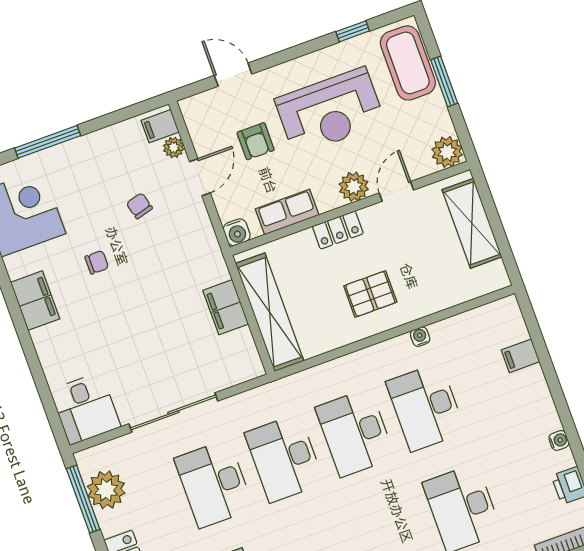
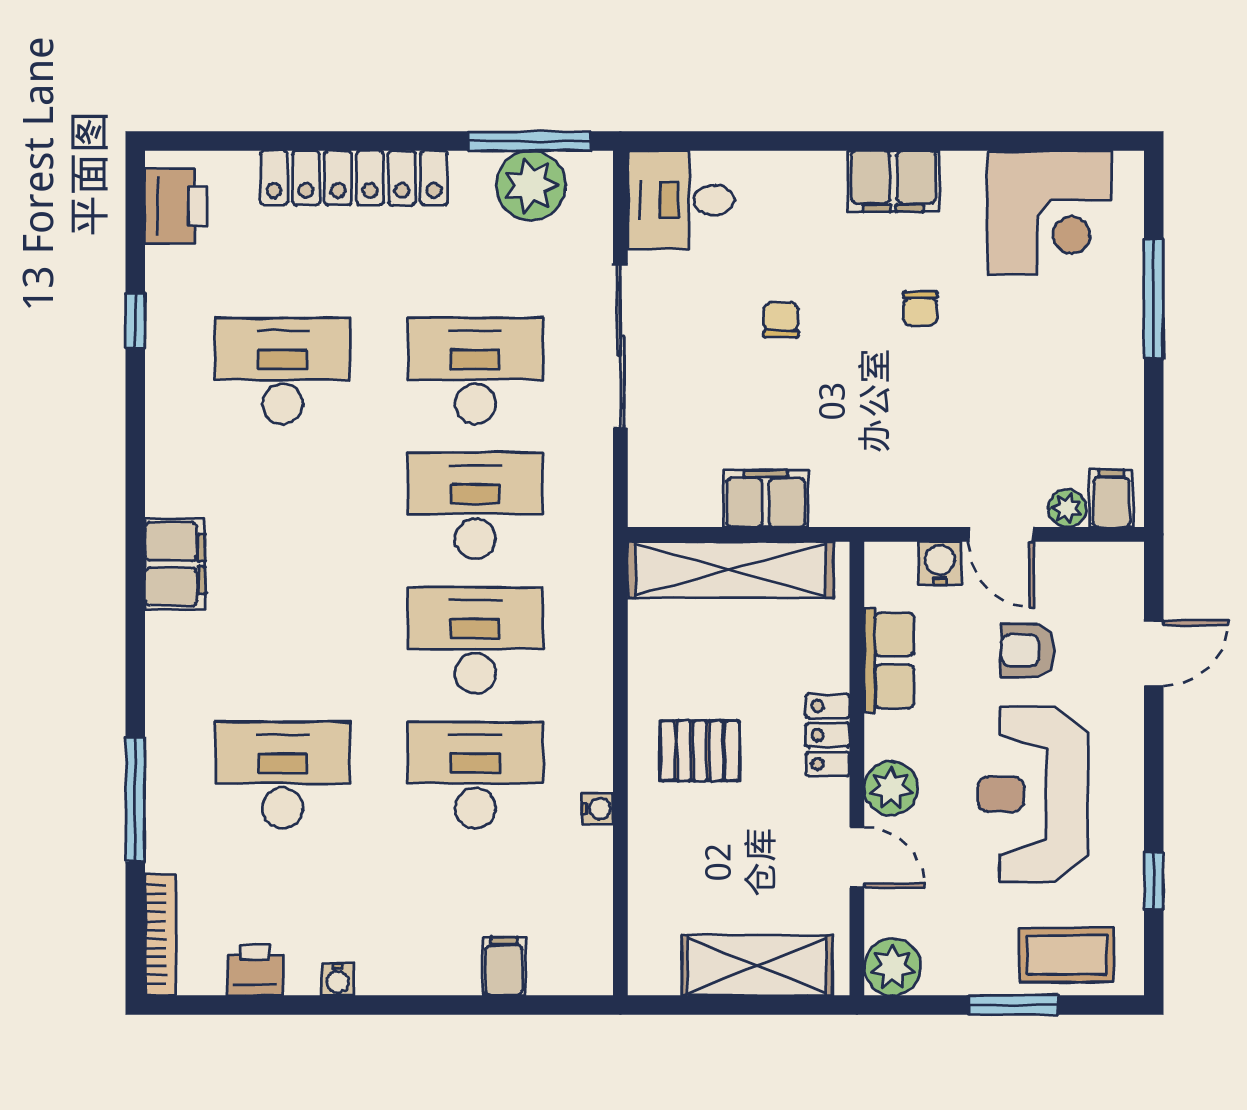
coffee table: (408, 63) -> (1067, 955), width x0.73, depth x0.76
chair: (139, 206) -> (781, 320), moved, turned -75
water cooler: (237, 232) -> (940, 563), moved, turned 90
pallet: (370, 294) -> (700, 751), turned 90

